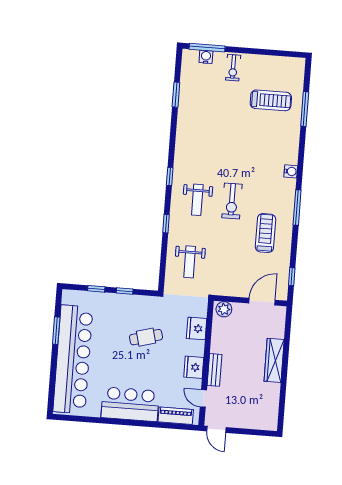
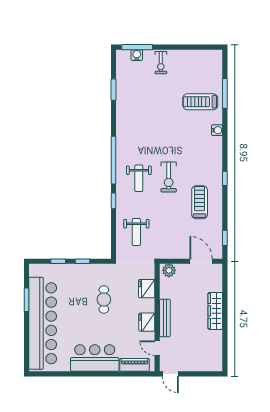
treadmill: (271, 100) -> (200, 102), moved, turned 180
water cooler: (291, 171) -> (217, 130), moved
window: (170, 176) -> (114, 160), width x3.17
window: (297, 207) -> (225, 178), width x0.46
door: (262, 302) -> (201, 261), hinge flipped
cafe table: (146, 337) -> (104, 299), turned -75
bench: (215, 370) -> (165, 318), width x1.36

